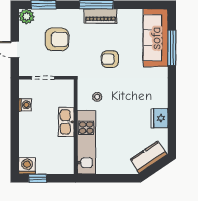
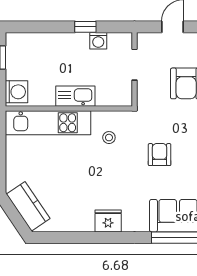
window: (15, 115) -> (85, 27), added
fridge: (159, 118) -> (108, 221), moved
washing machine: (27, 166) -> (16, 92), moved

